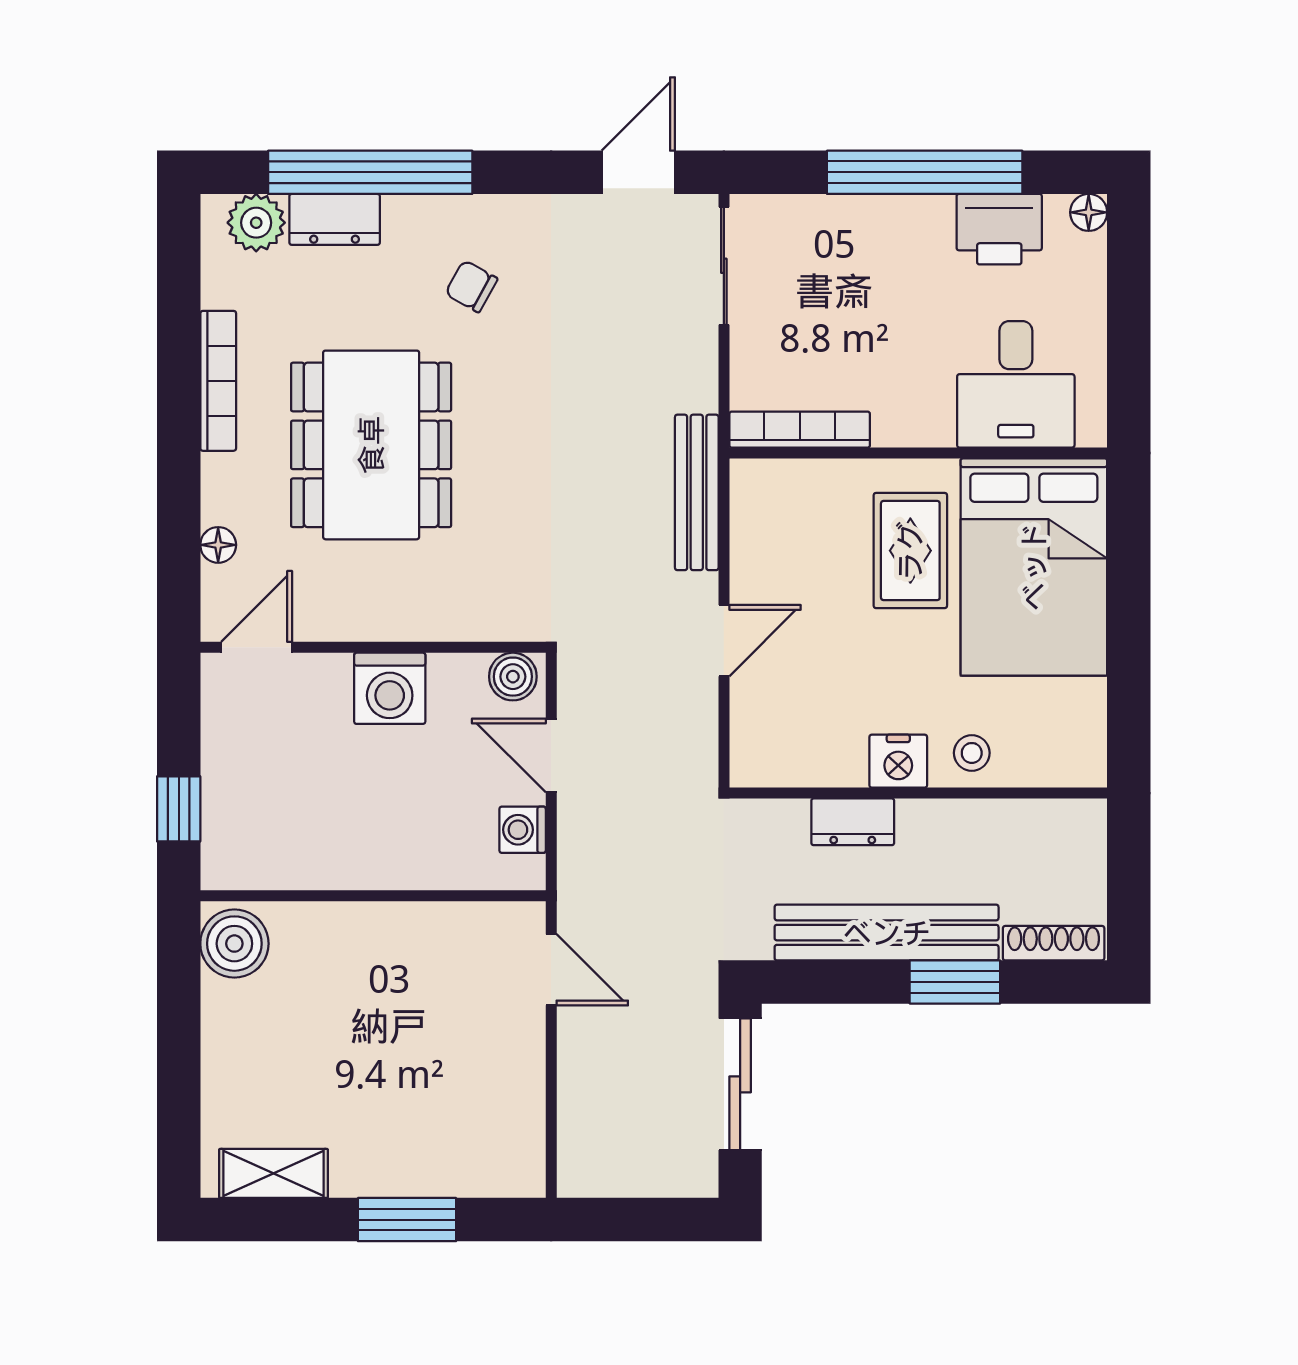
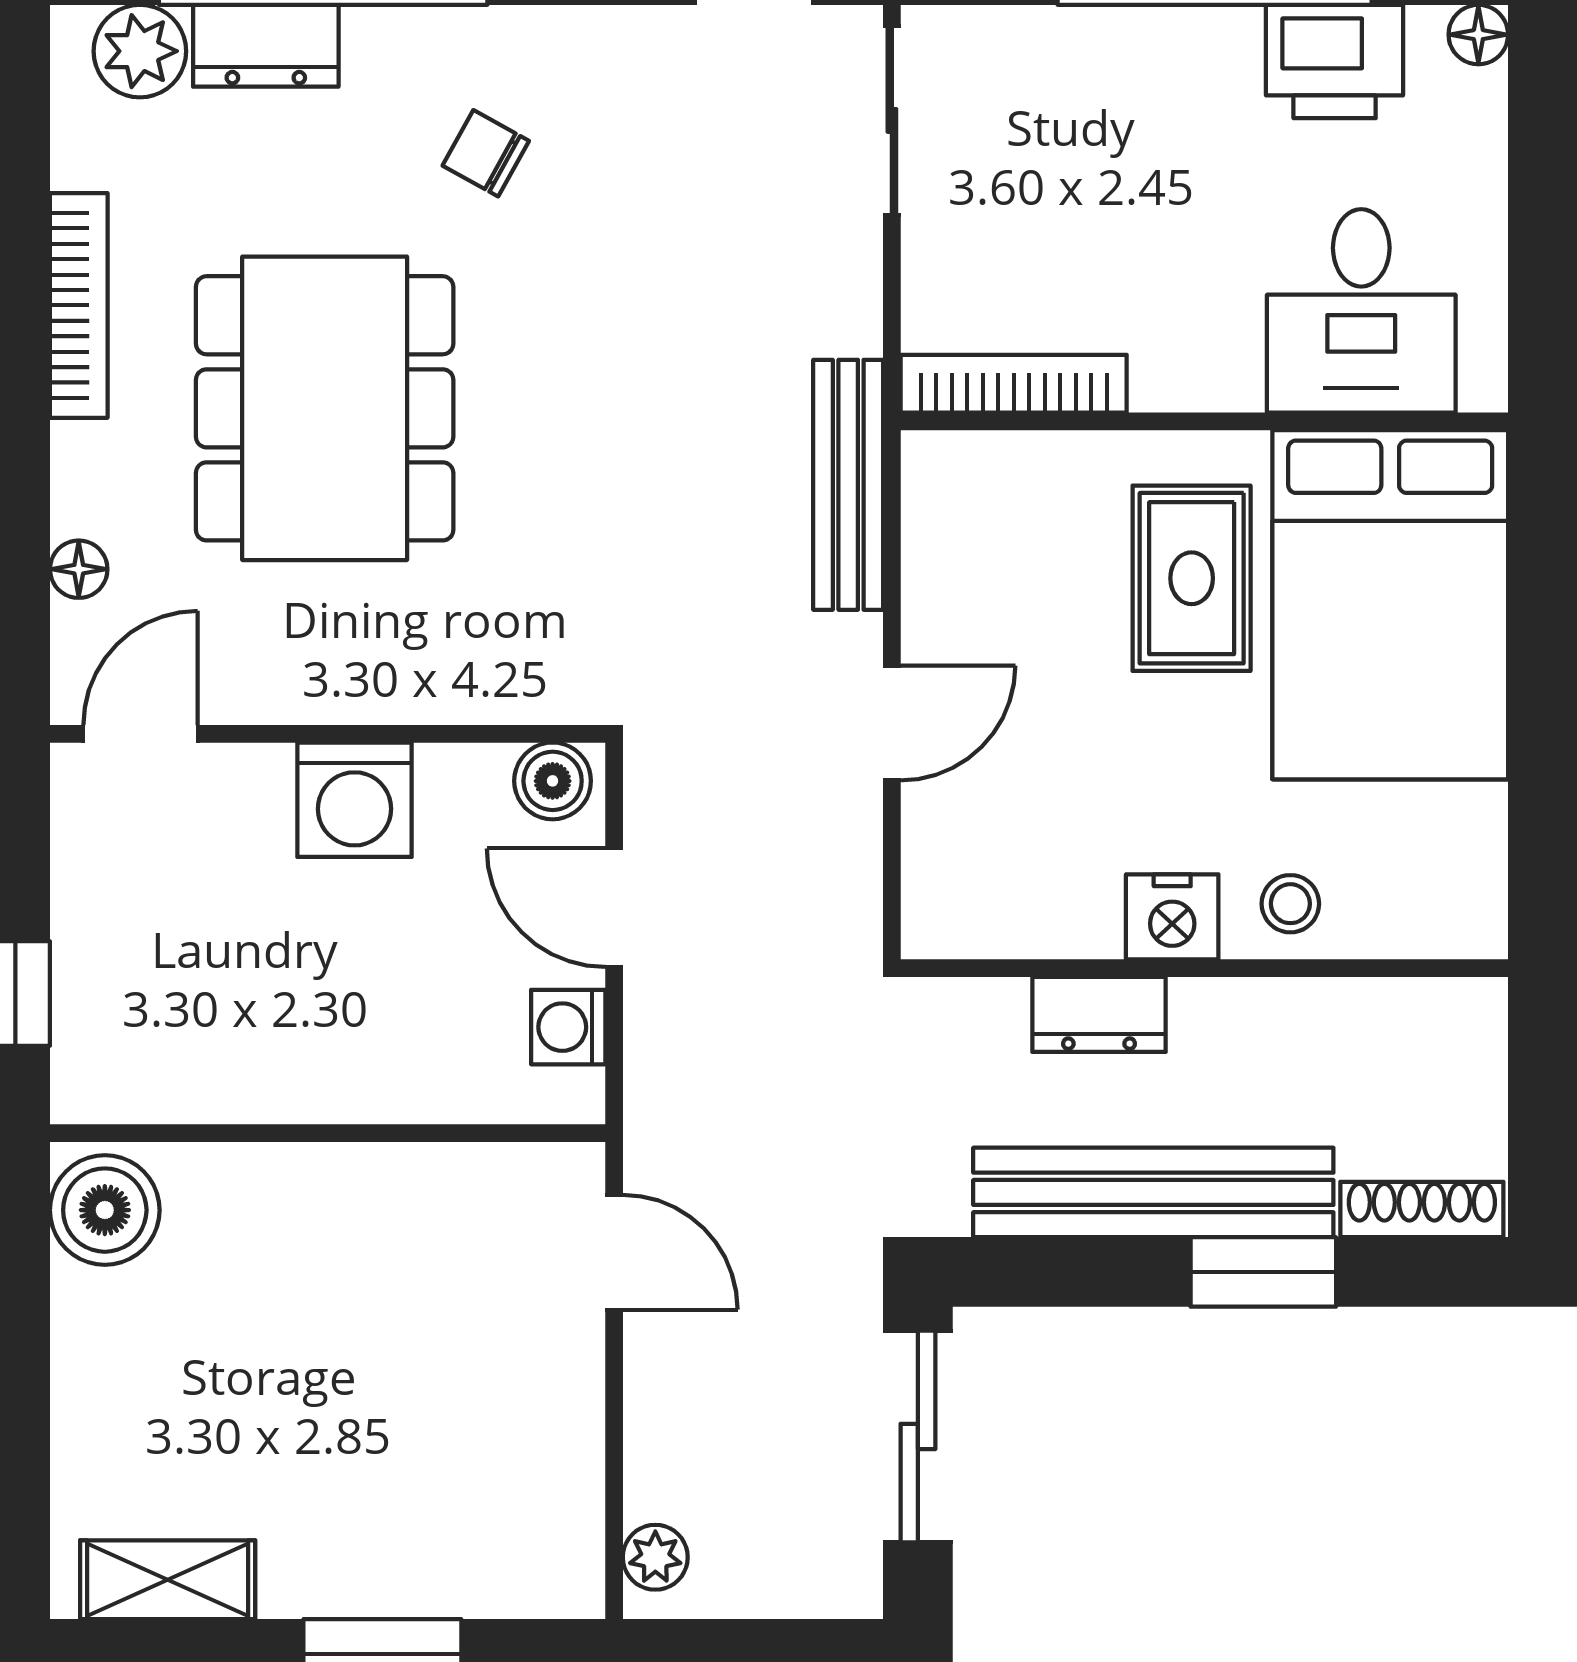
plant: (577, 1159) -> (655, 1557), added

